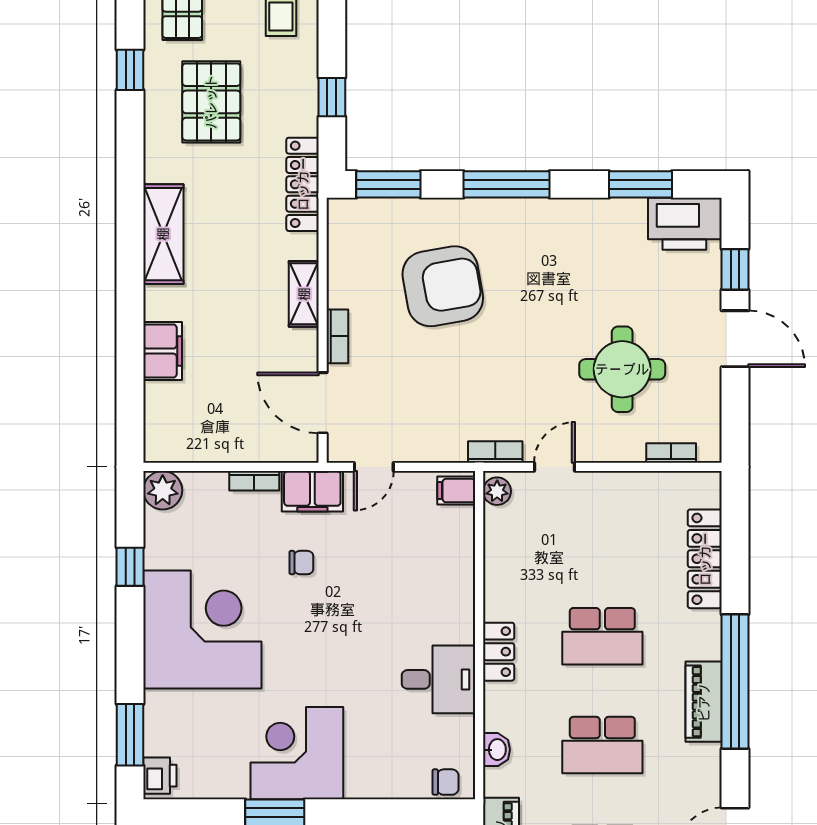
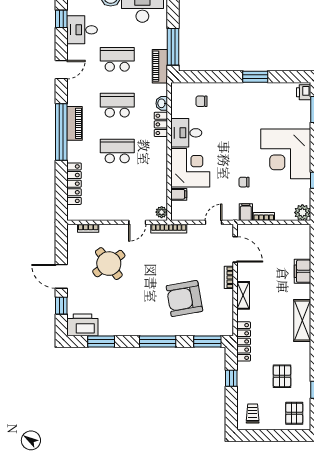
pallet: (211, 102) -> (282, 376), width x0.67, depth x0.71
round table: (622, 369) -> (109, 264), turned -37
bookcase: (495, 452) -> (169, 229), width x1.56
filing cabinet: (312, 491) -> (246, 212), width x0.50
filing cabinet: (456, 491) -> (179, 194), moved
locker: (499, 652) -> (161, 124), moved
corner desk: (297, 753) -> (190, 168), moved, turned -90
chair: (446, 782) -> (202, 101), moved

